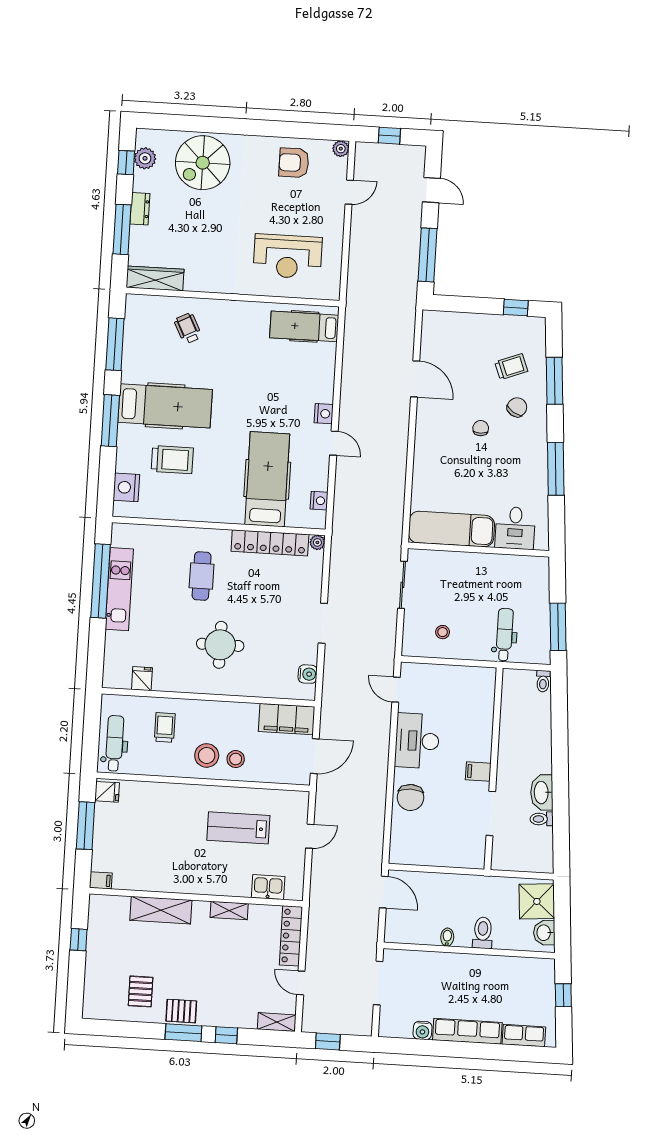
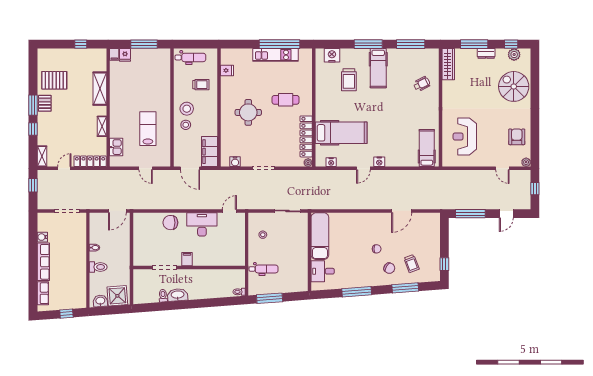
hospital bed: (165, 406) -> (378, 68), width x0.73, depth x0.78
fridge: (107, 792) -> (125, 55), moved
pallet: (141, 991) -> (54, 80), width x1.50, depth x1.42

